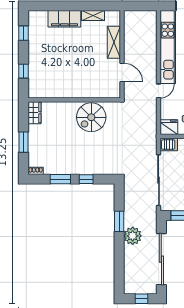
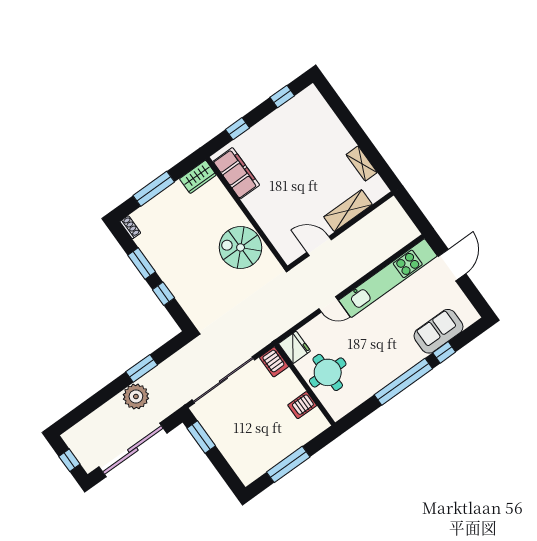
filing cabinet: (64, 19) -> (236, 173), moved, turned 180
door: (122, 73) -> (319, 246), swing flipped
window: (23, 142) -> (154, 189), width x1.44

